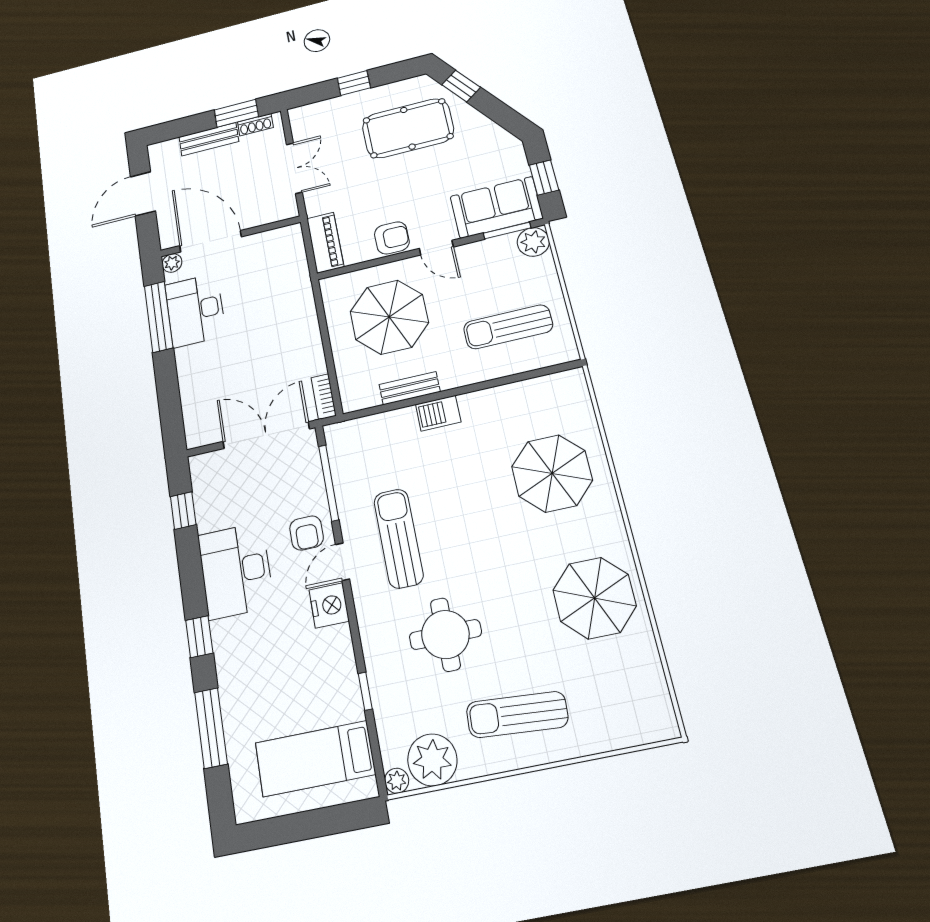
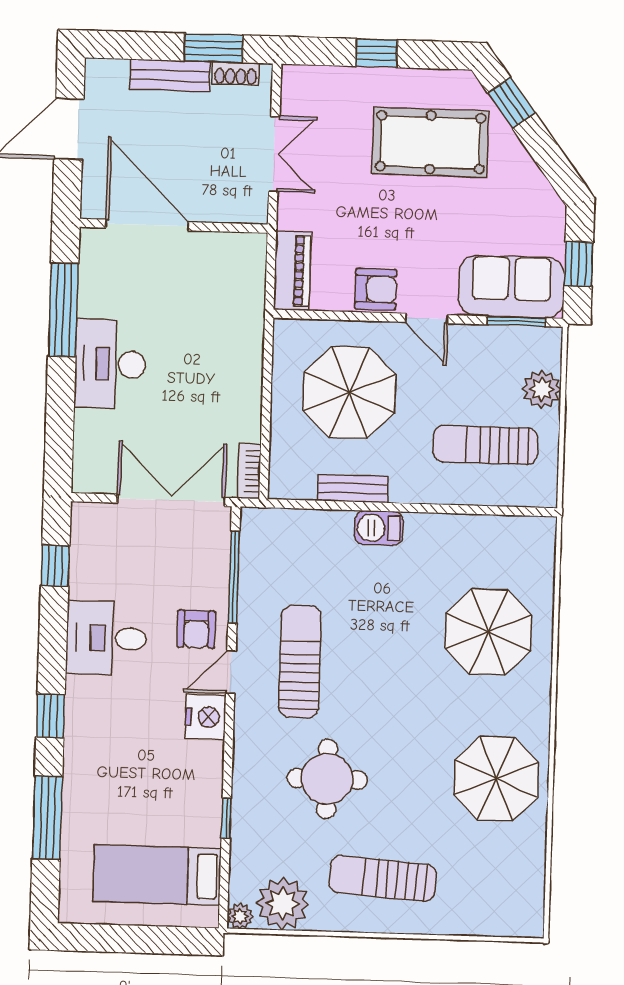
plant: (533, 242) -> (542, 389), moved
plant: (172, 263) -> (92, 240), removed
desk: (195, 310) -> (110, 364), moved
desk: (236, 571) -> (106, 638), width x0.73

